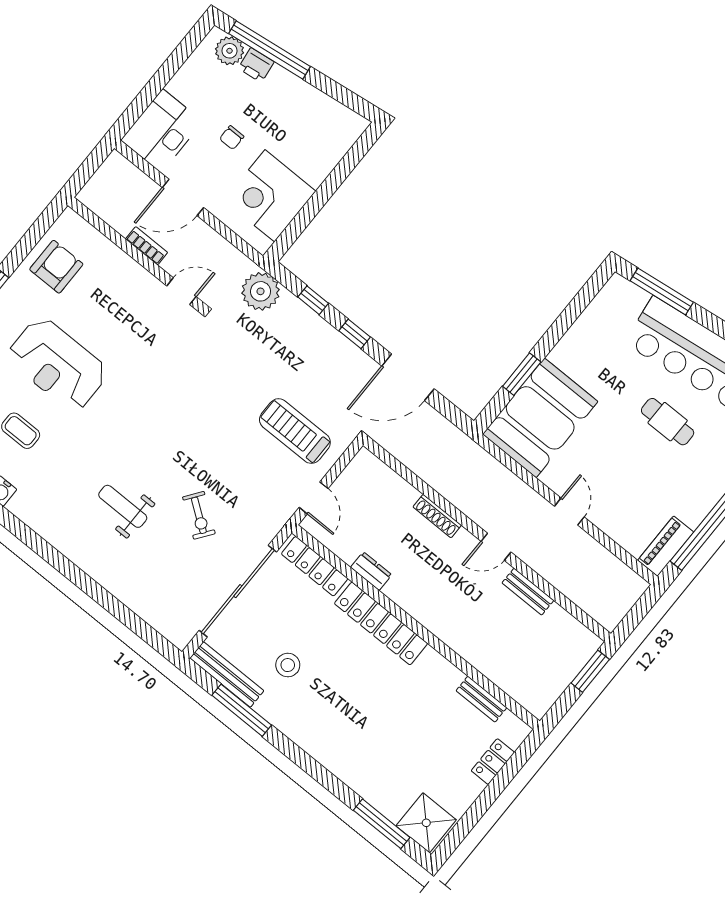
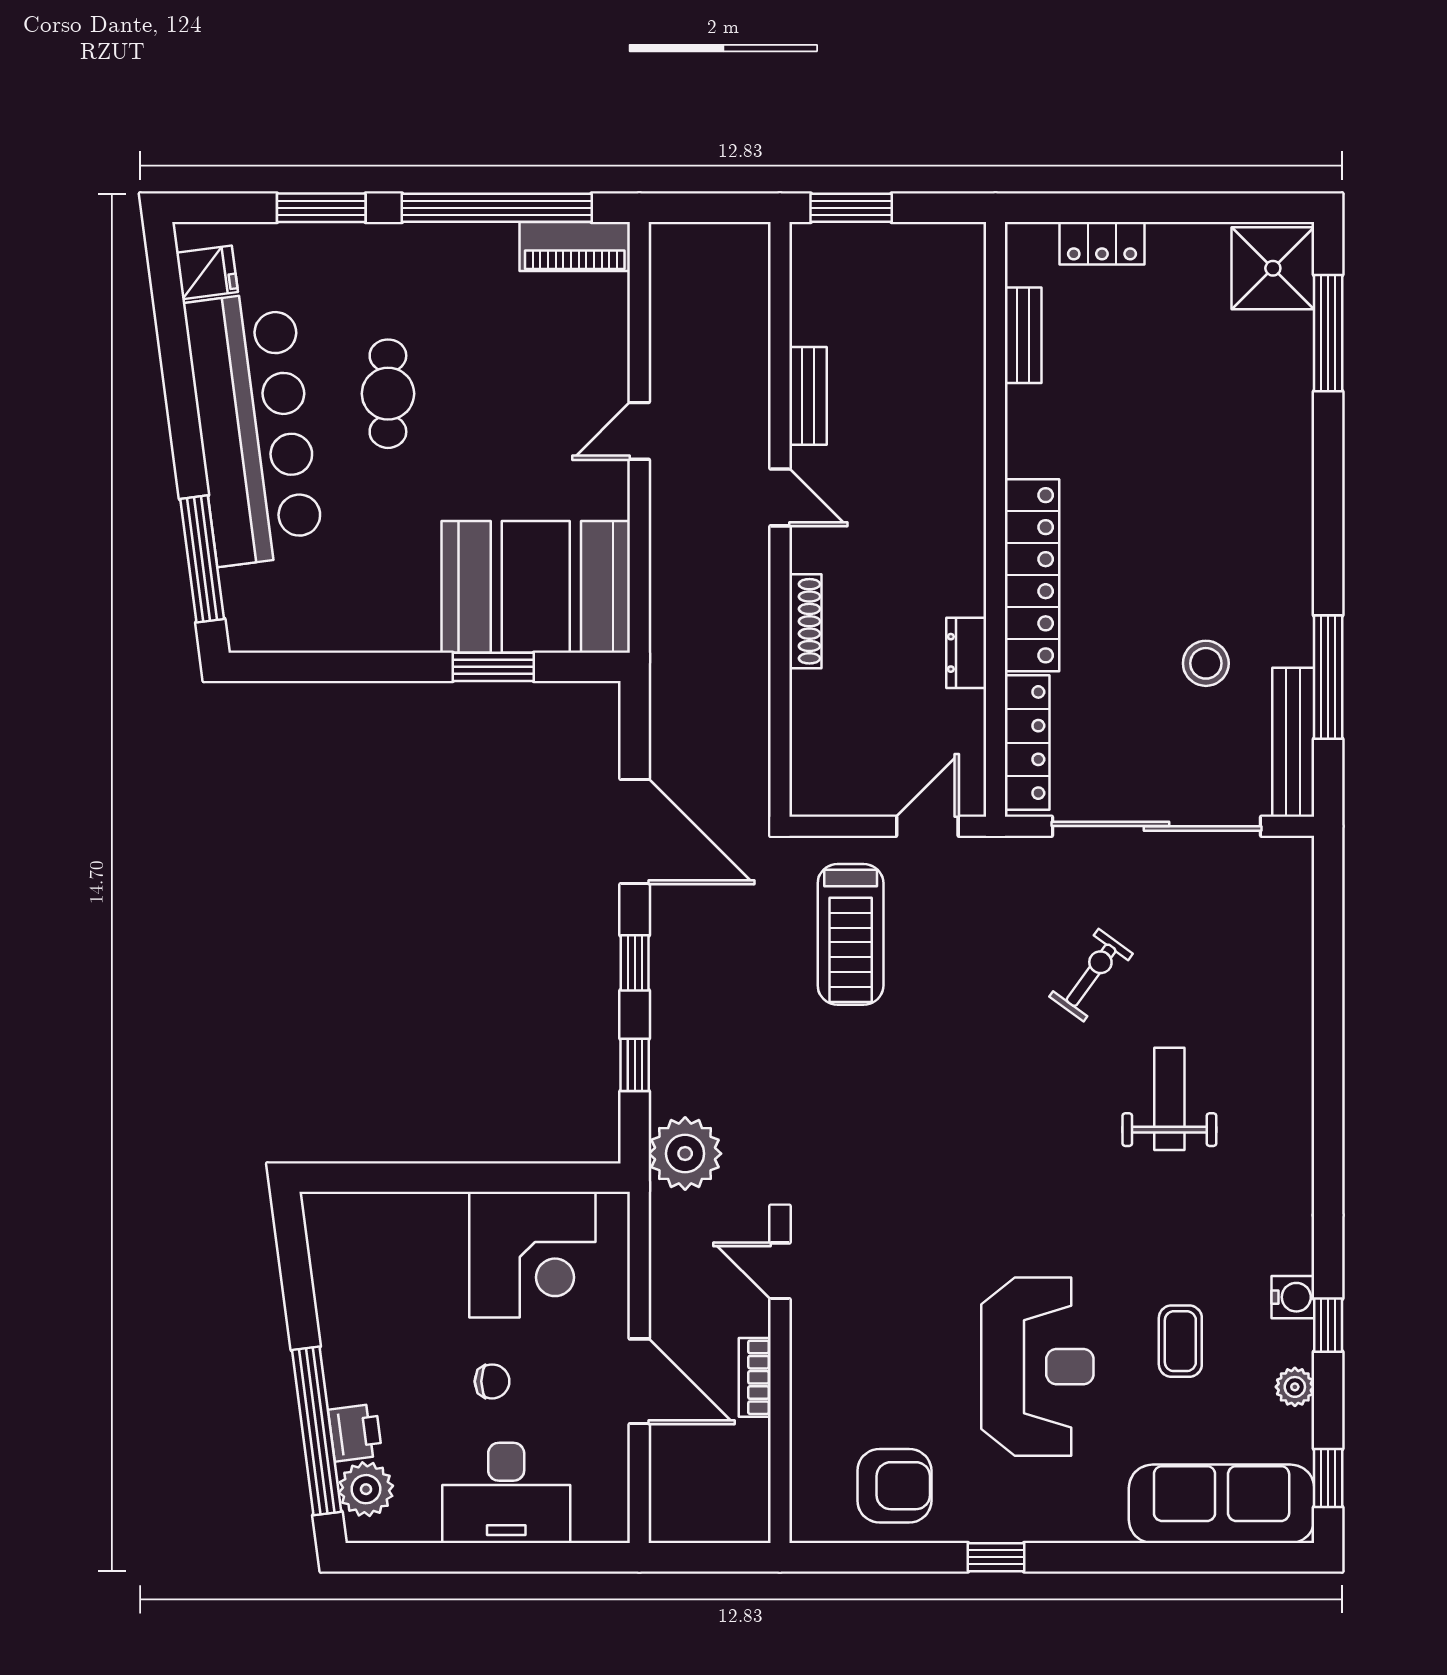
desk: (162, 131) -> (506, 1493), moved
armchair: (56, 267) -> (894, 1486), turned 180
weight bench: (123, 506) -> (1169, 1099), turned 180

